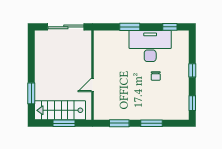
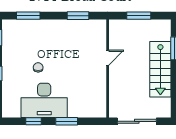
window: (170, 27) -> (34, 121), moved
stairs: (60, 110) -> (160, 69), moved, turned 90
window: (151, 123) -> (28, 16), moved

